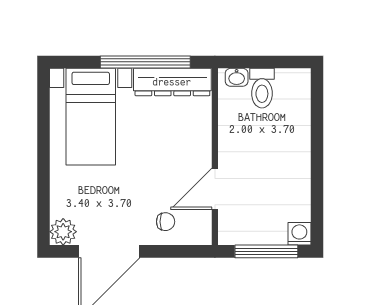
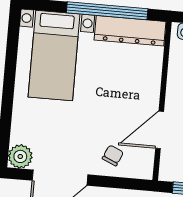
chair: (166, 222) -> (113, 155), turned -66

